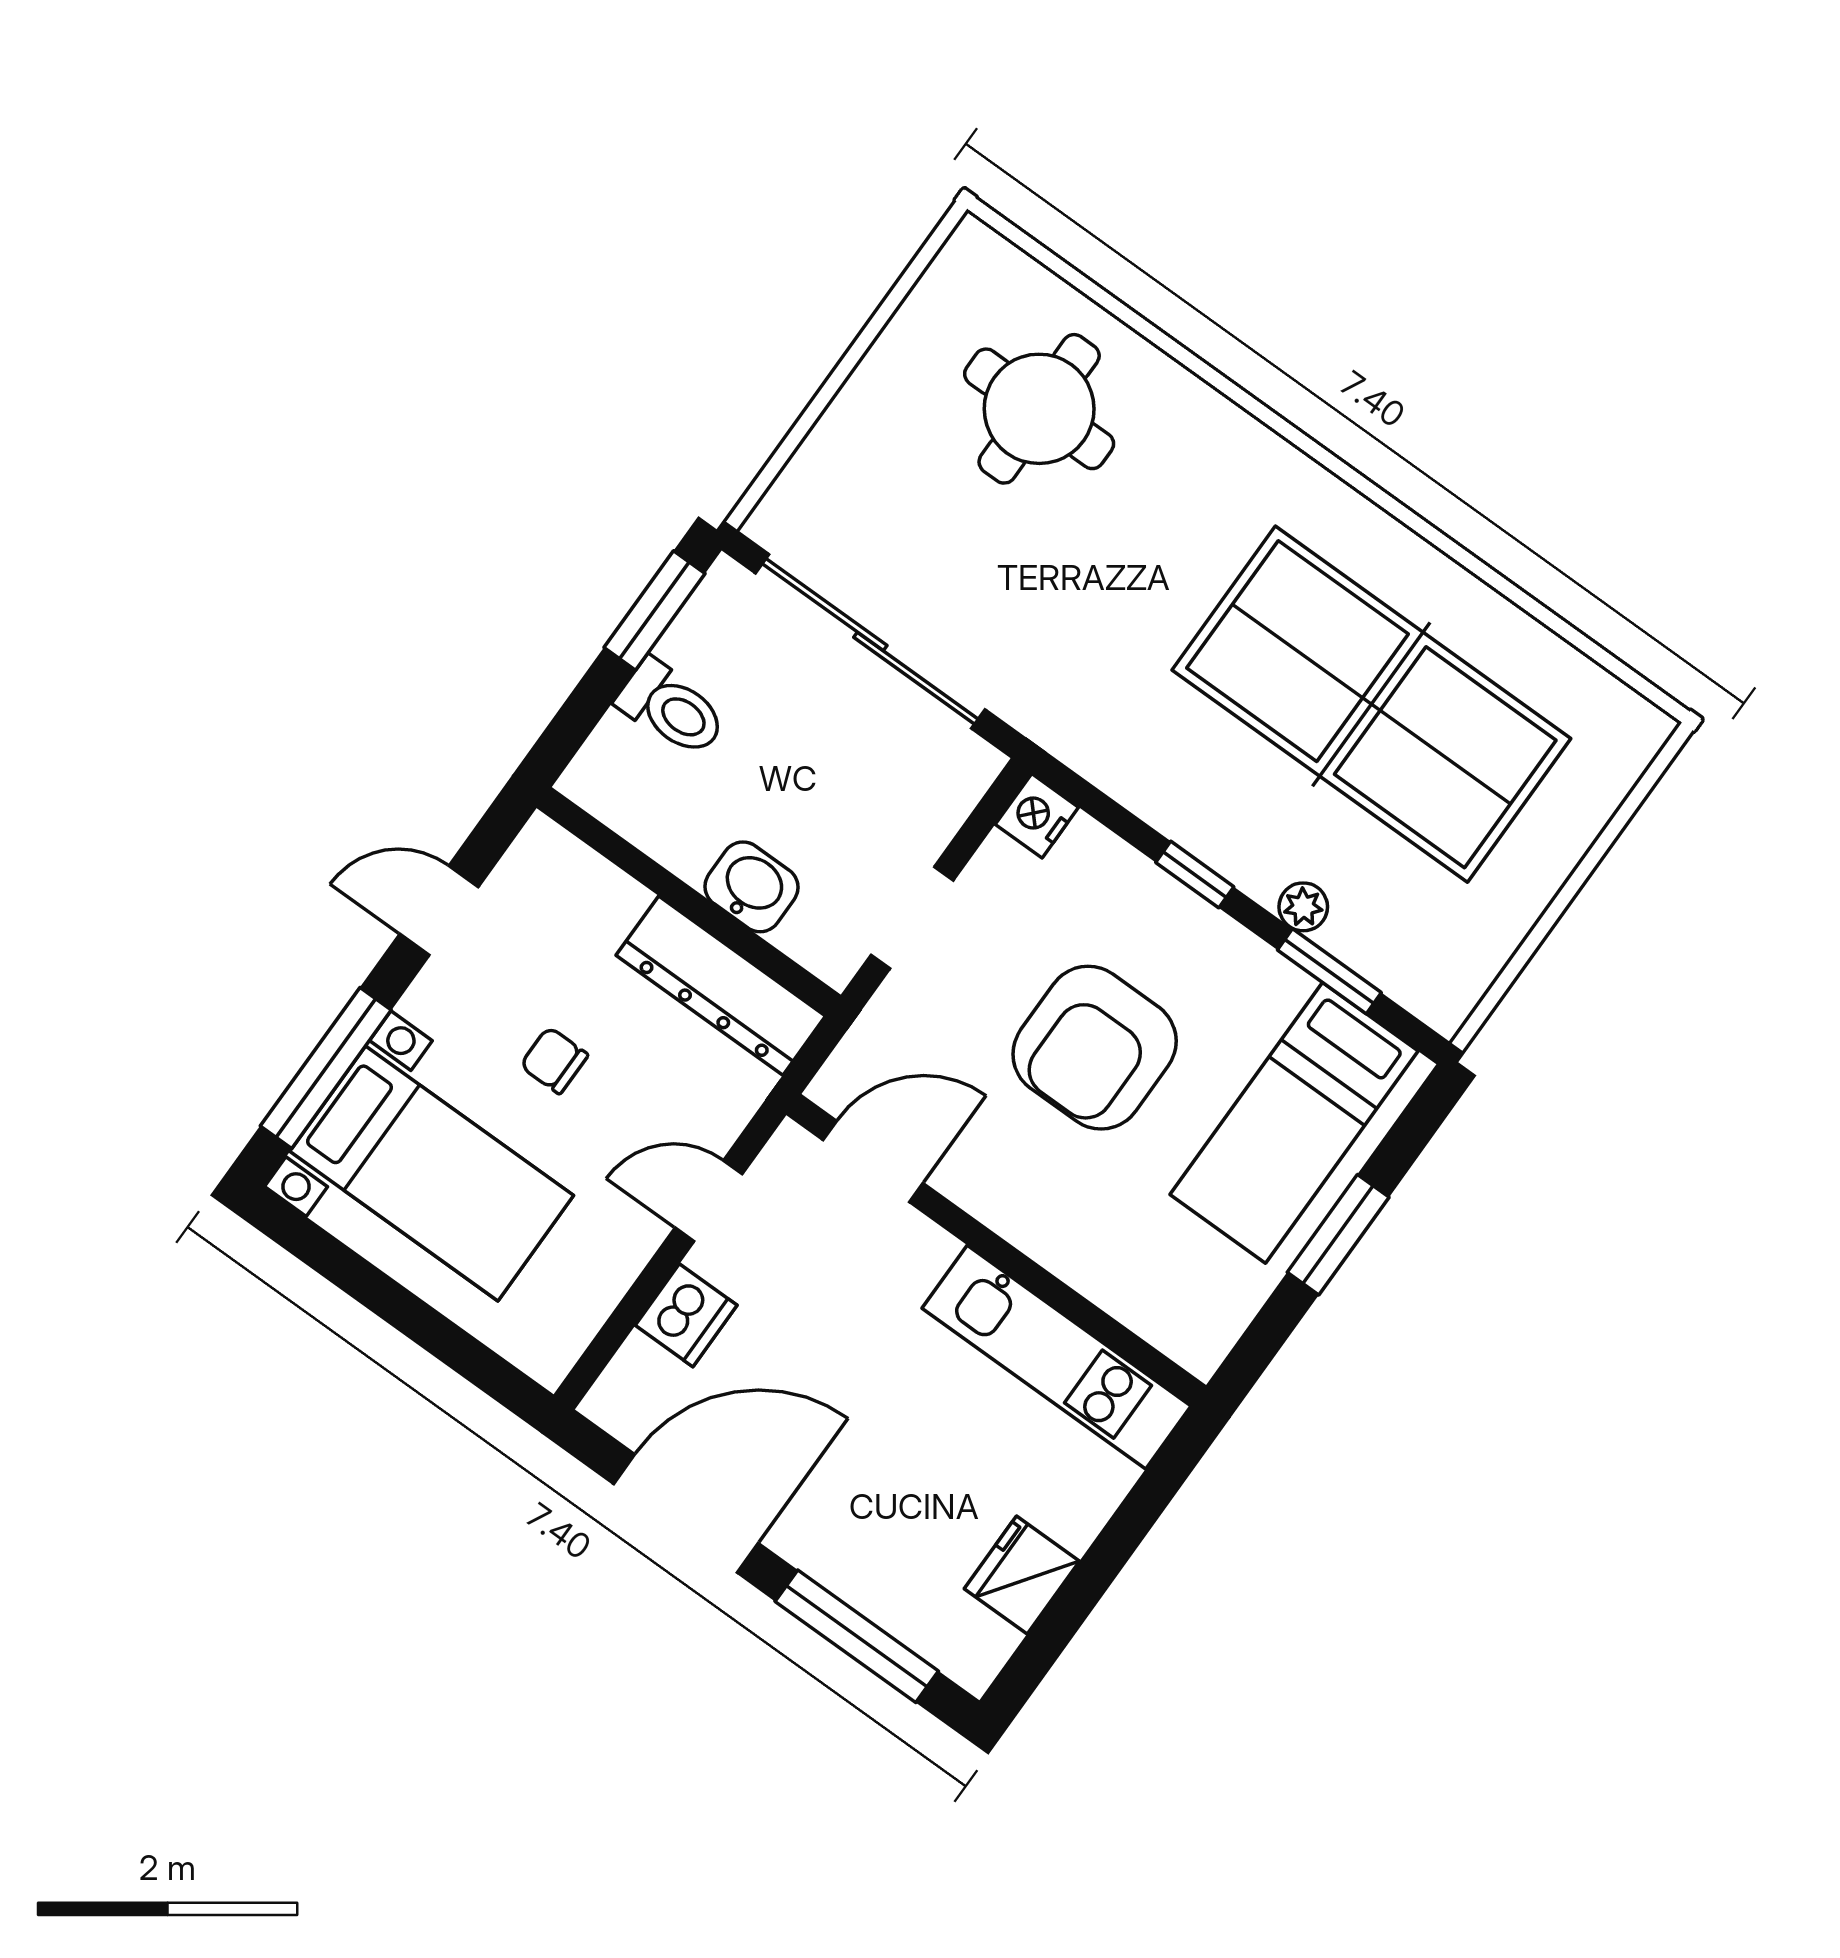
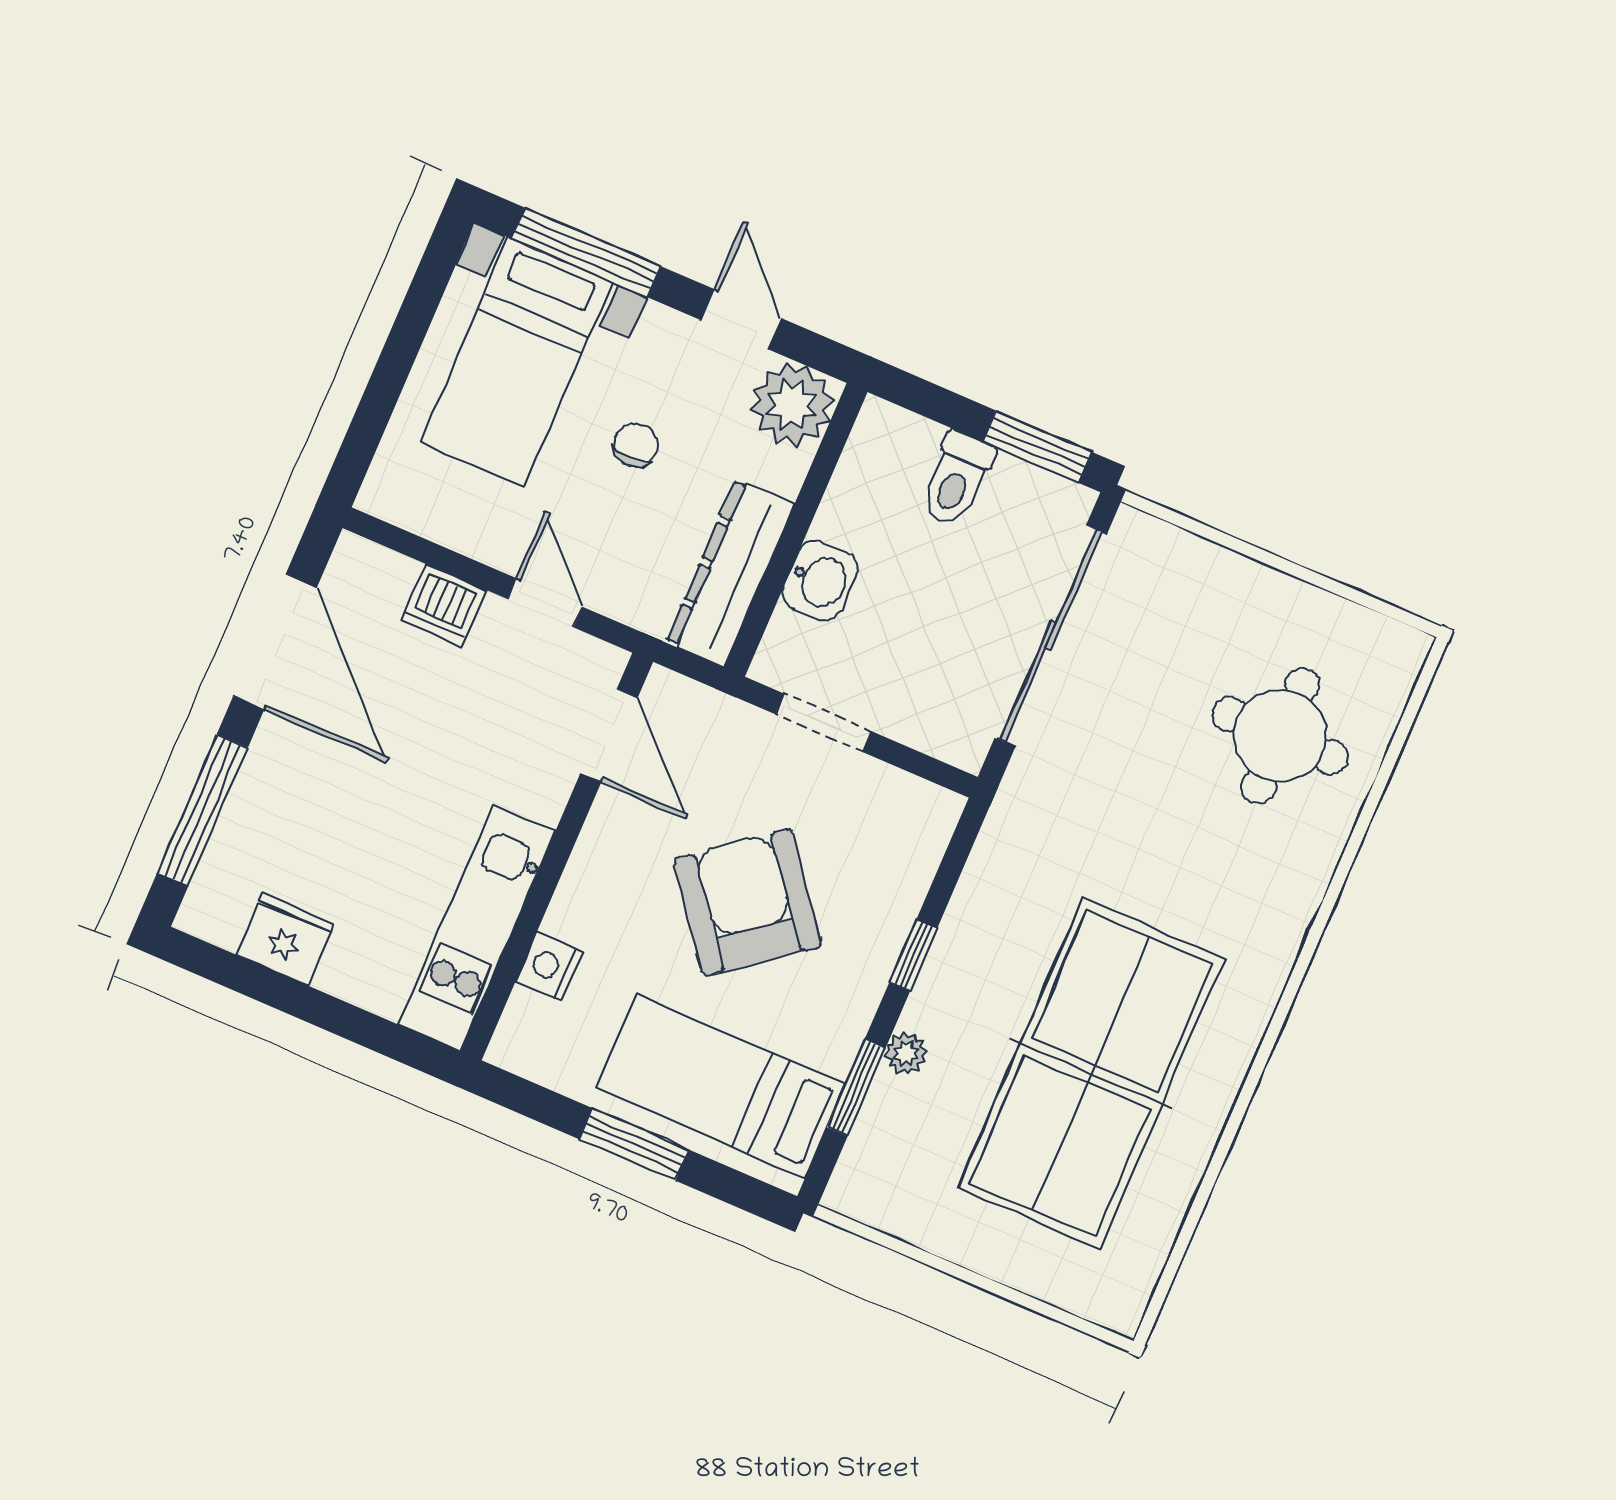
nightstand: (1037, 816) -> (549, 966), moved, turned -90
plant: (547, 875) -> (792, 405), added
armchair: (1095, 1048) -> (747, 902), turned 52

